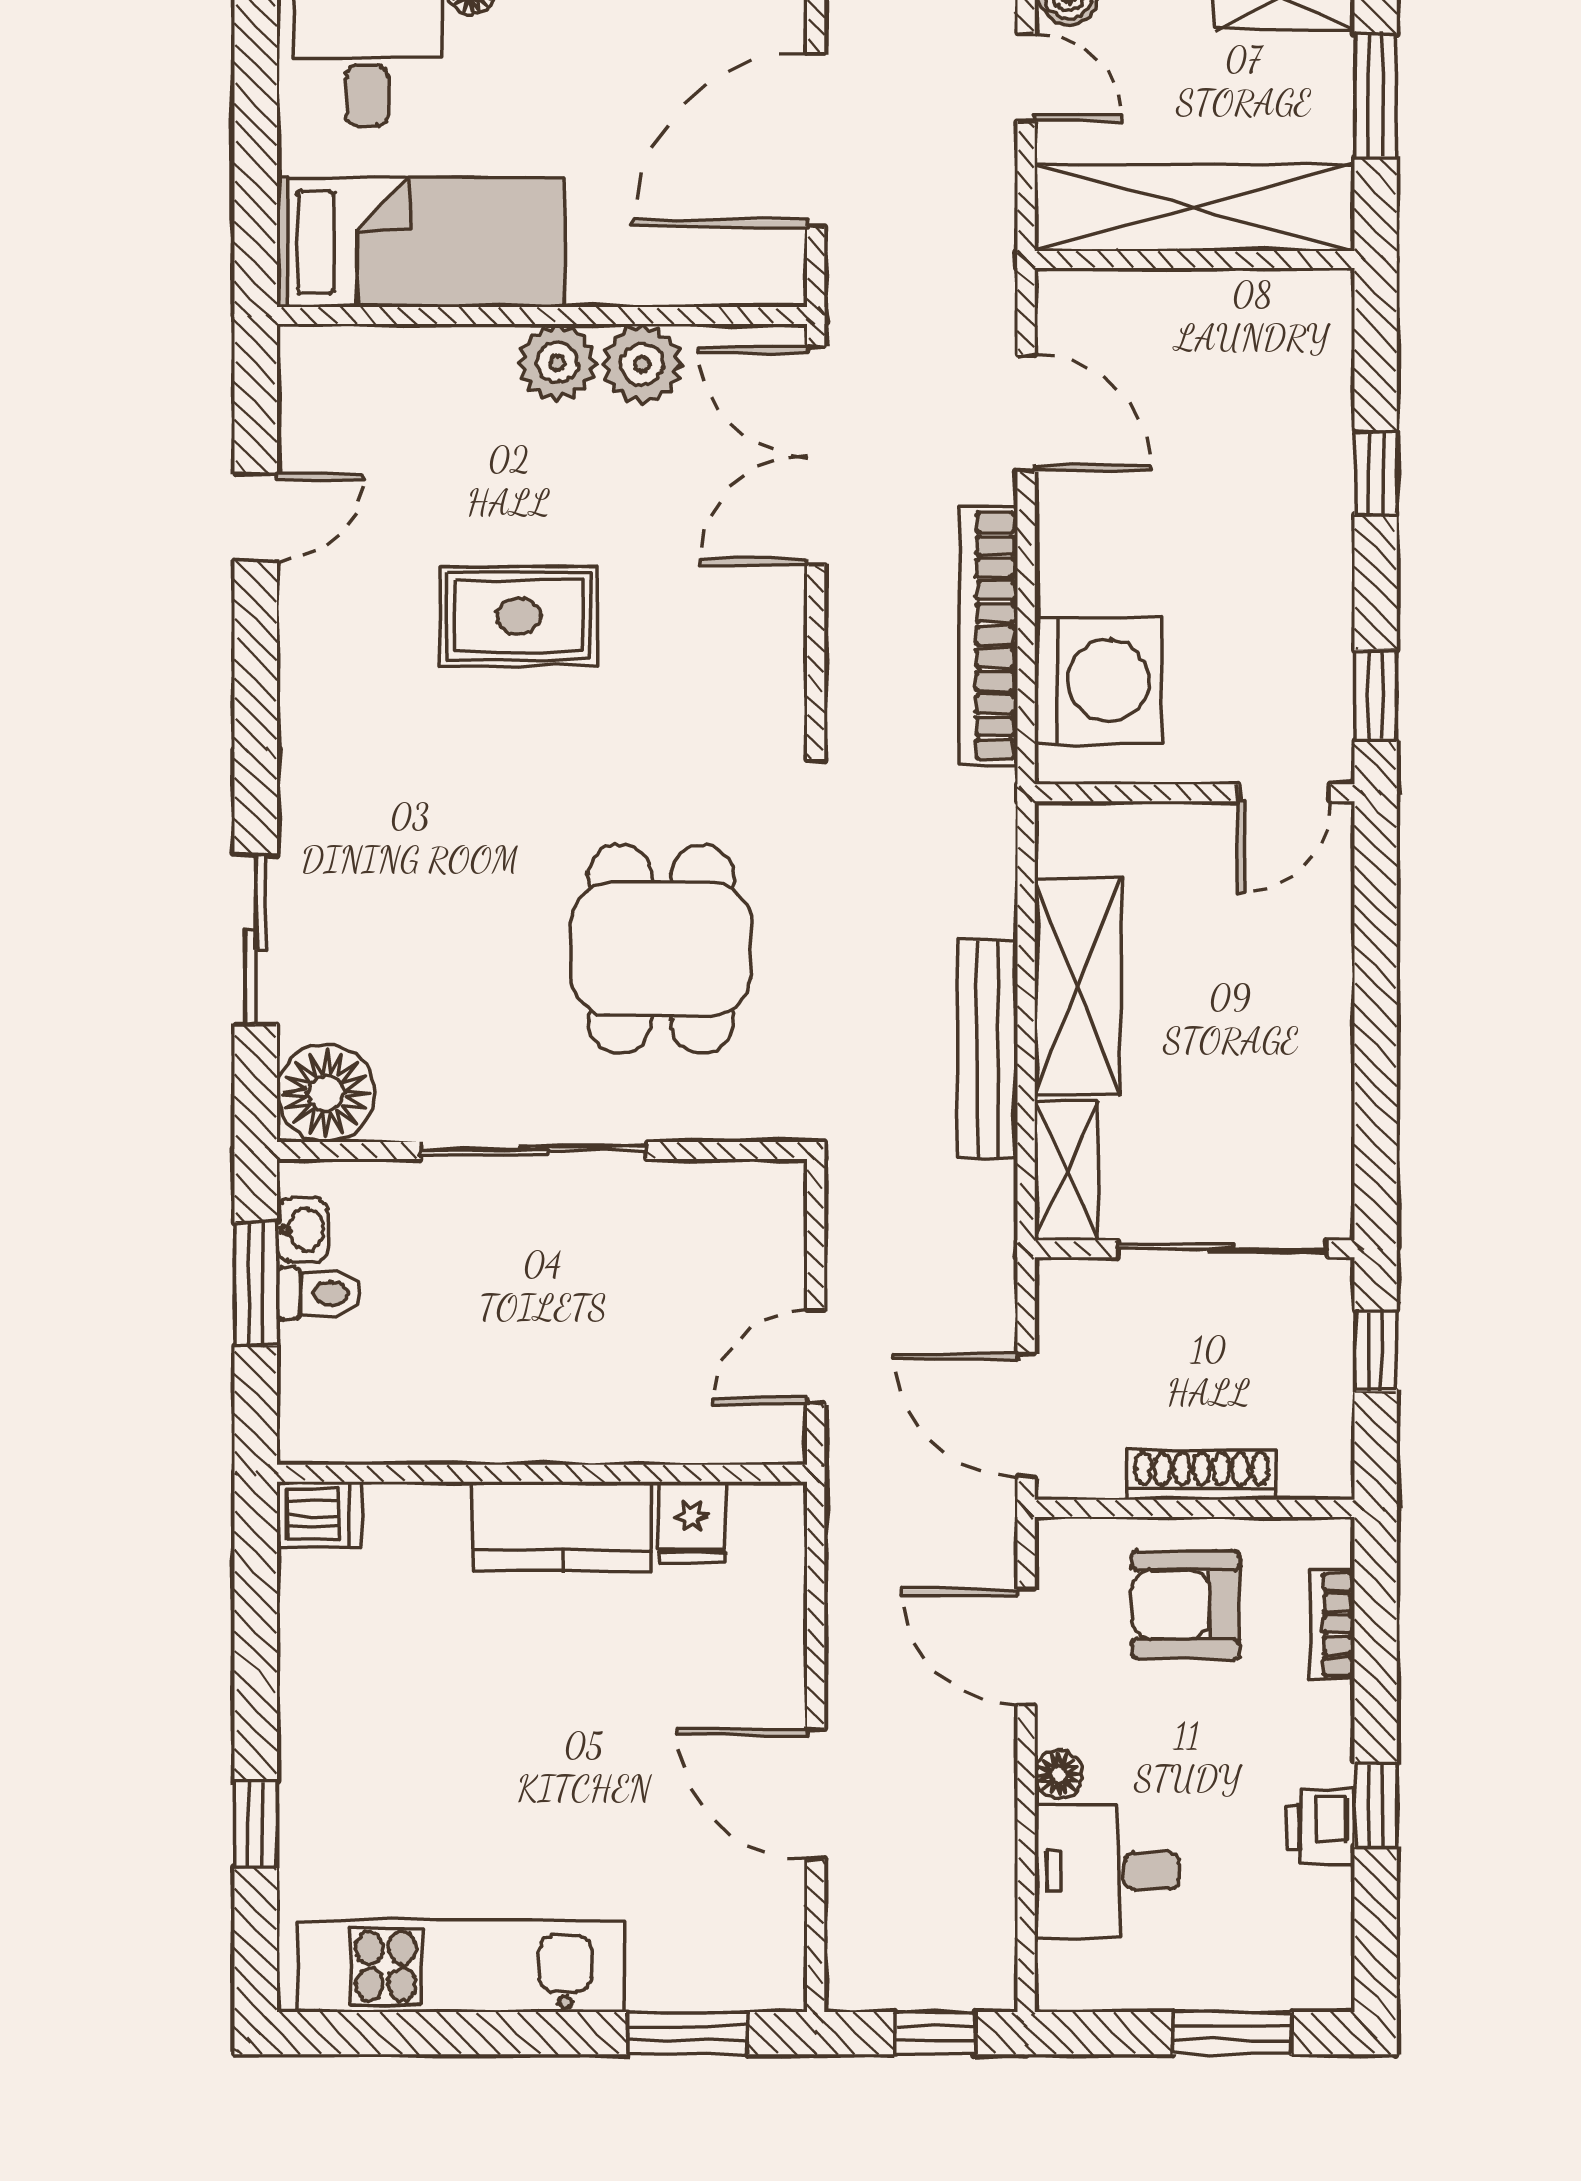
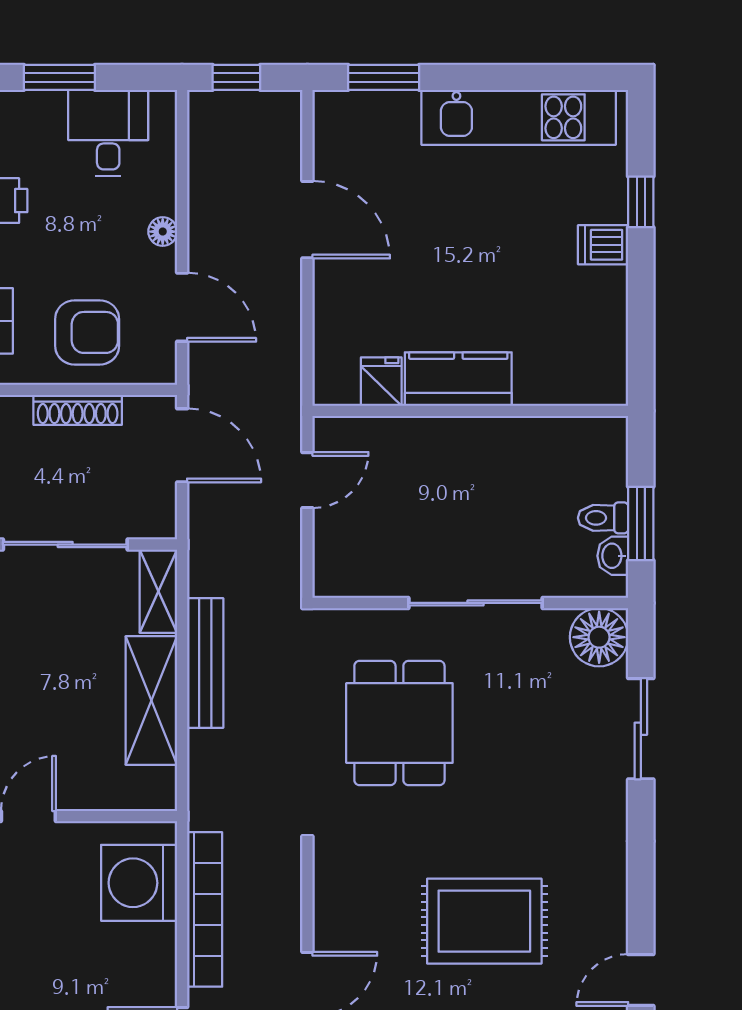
rug: (518, 616) -> (484, 921), width x1.36, depth x1.43
dishwasher: (319, 1514) -> (603, 245), moved
desk: (1107, 1871) -> (108, 133), moved, turned -90

